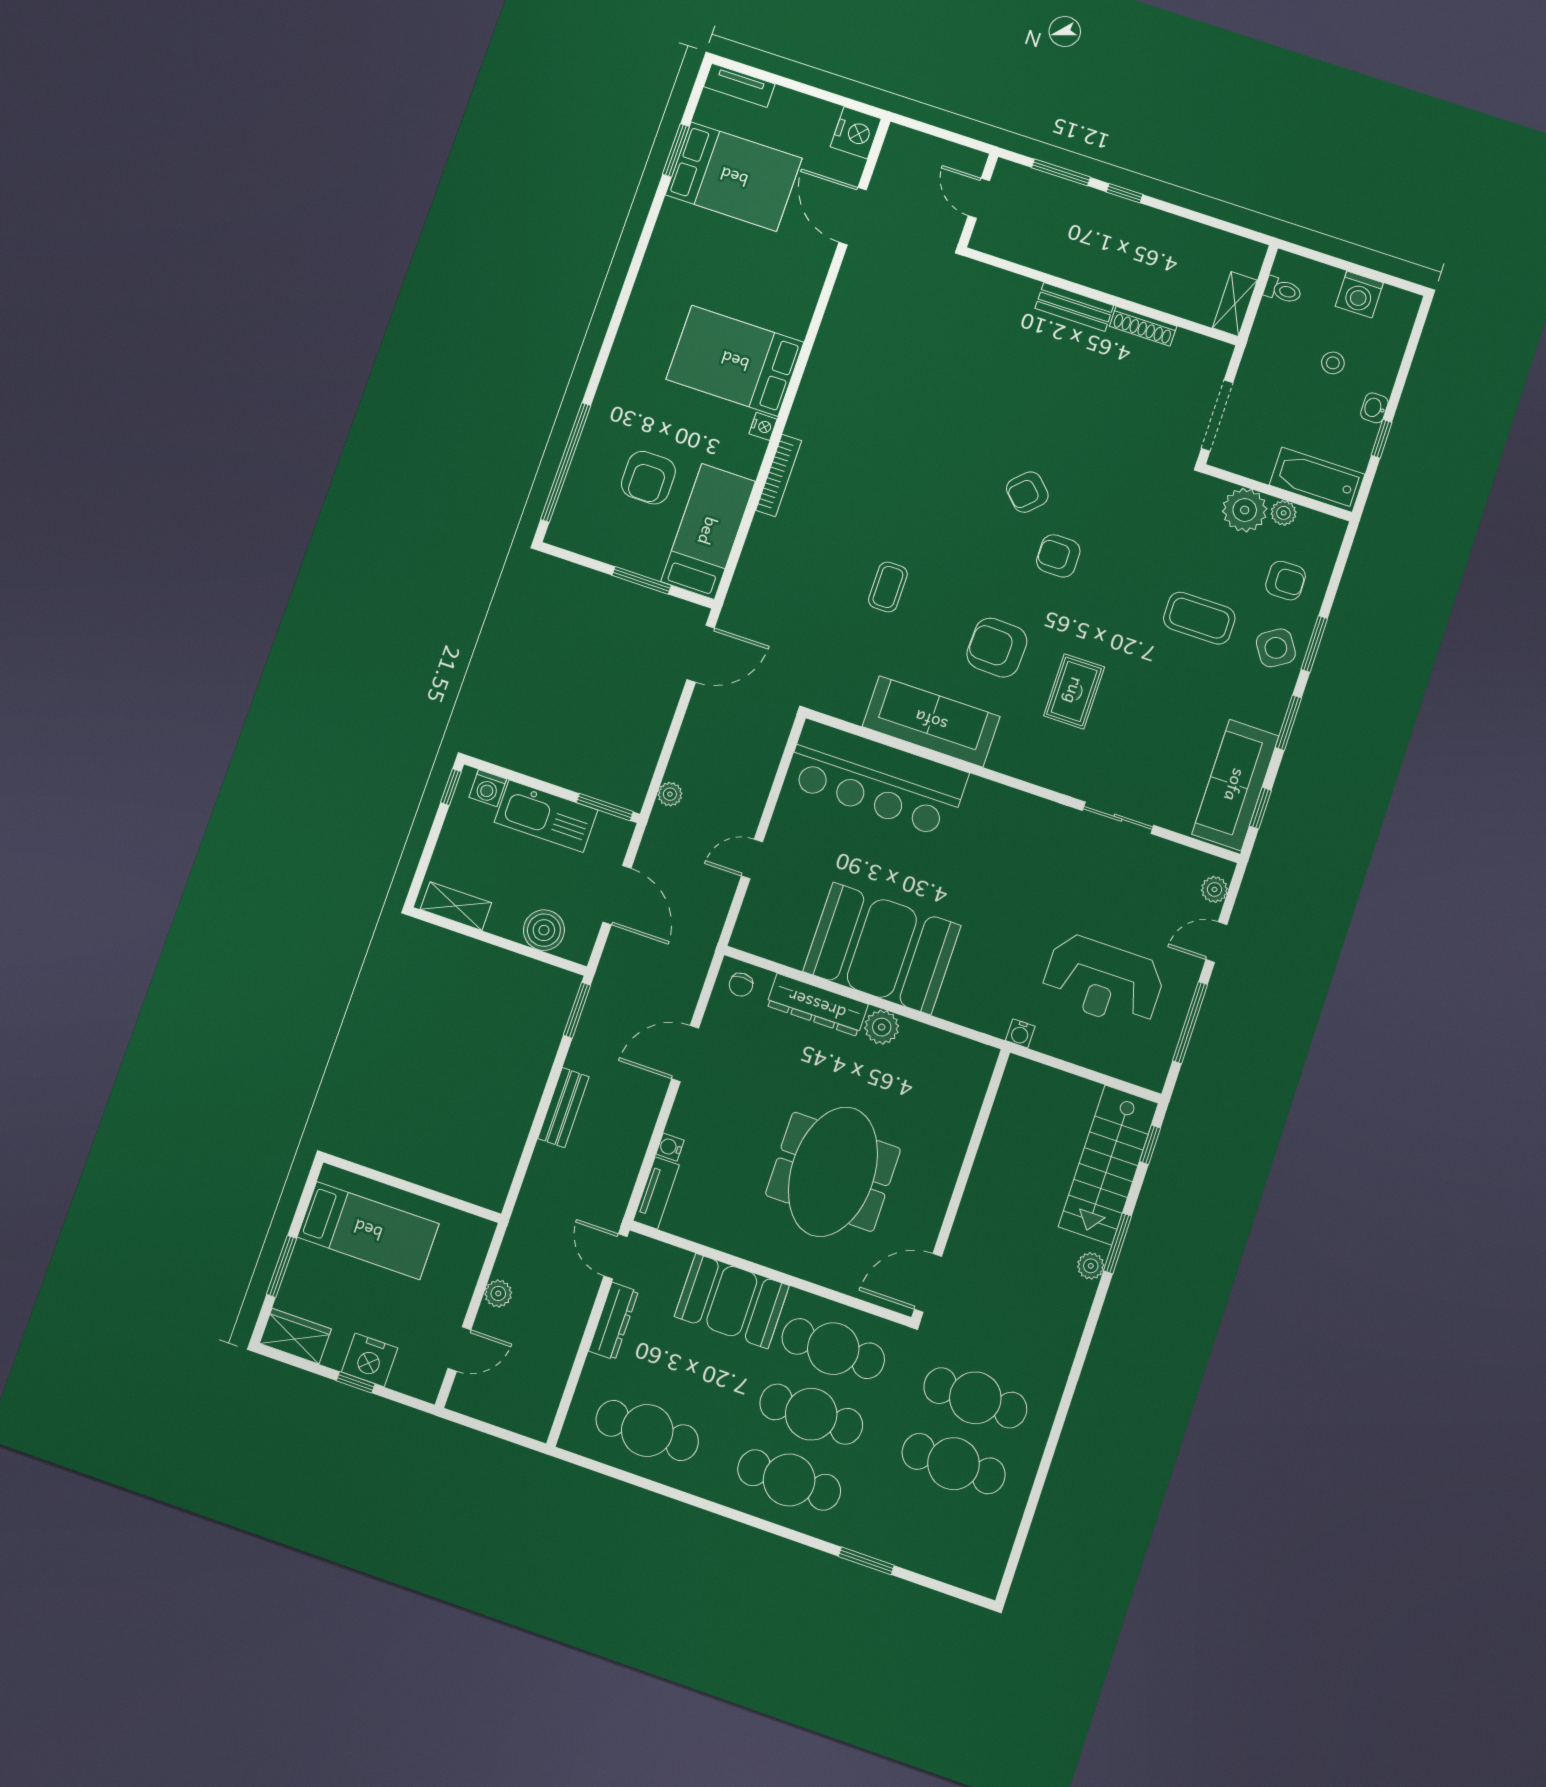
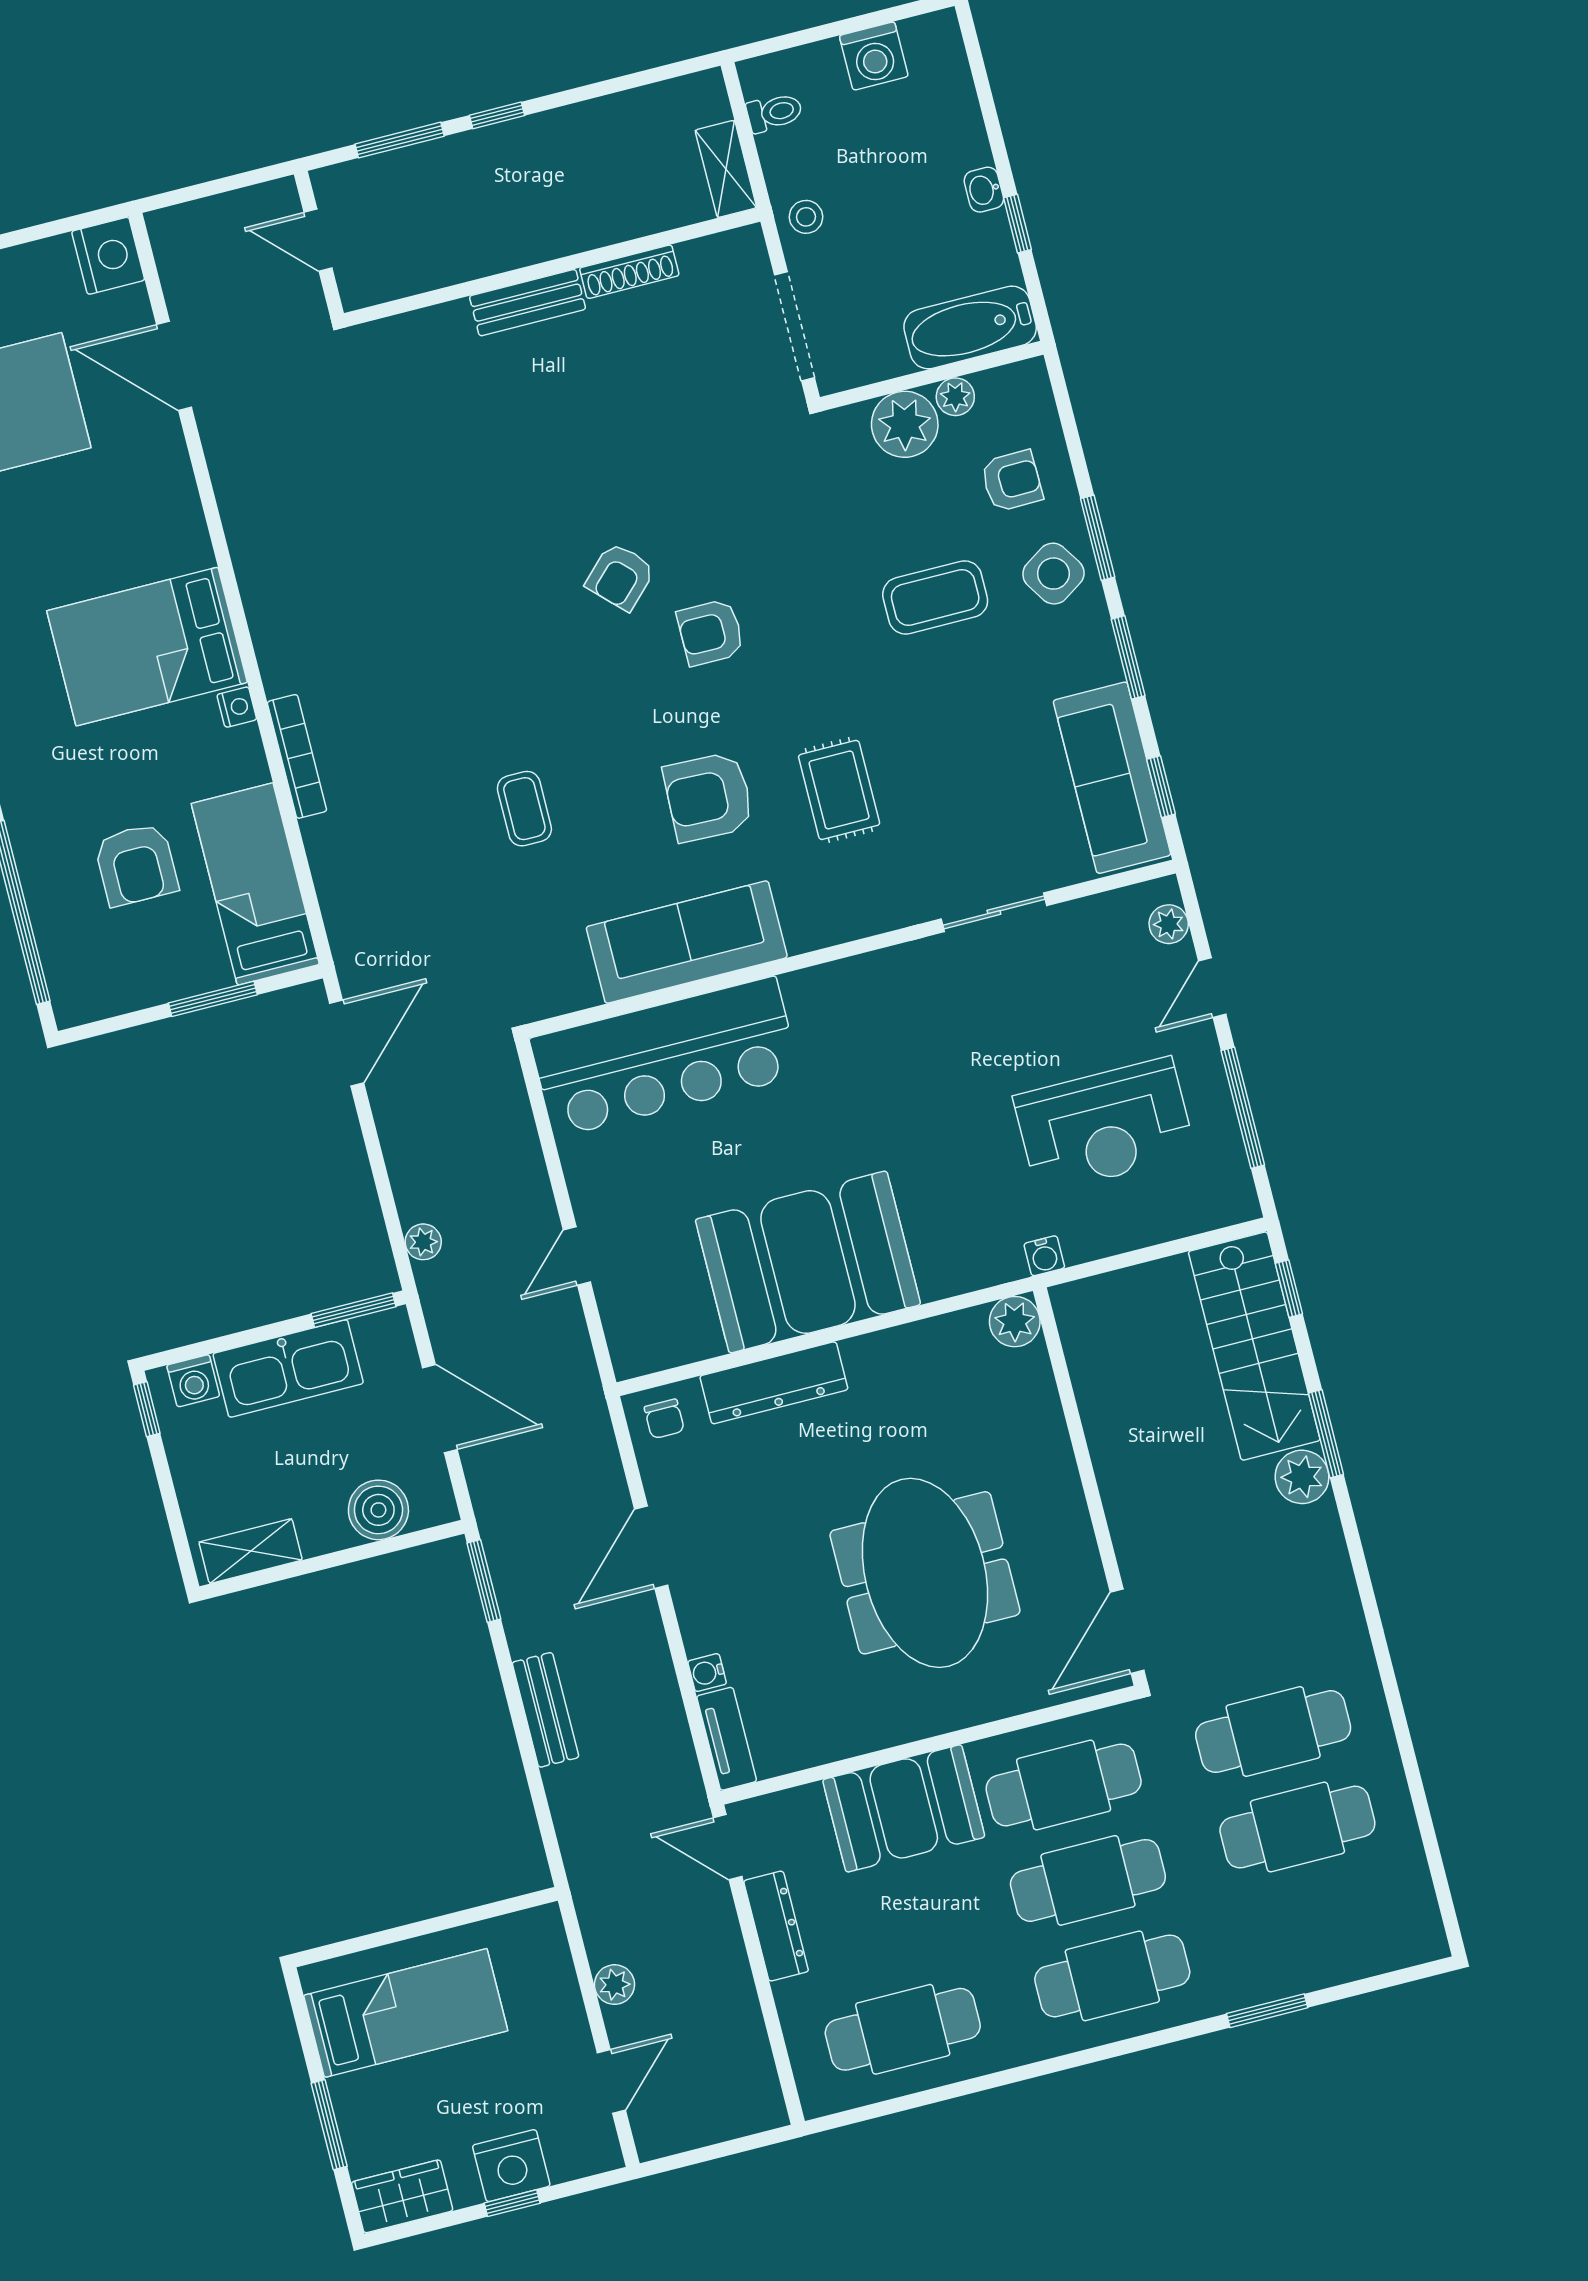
stool: (1333, 363) -> (806, 217), moved
plant: (882, 1027) -> (1015, 1322), moved
plant: (1091, 1266) -> (1302, 1477), width x1.38, depth x1.38

